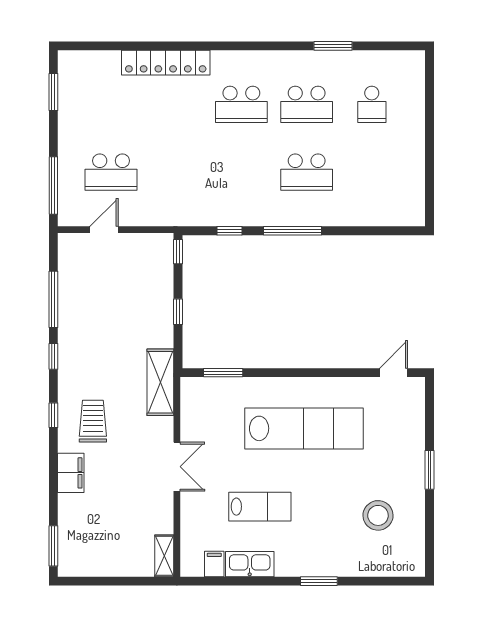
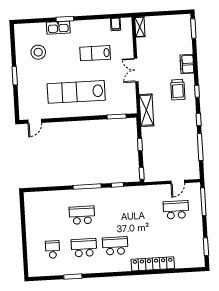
kitchen sink: (250, 564) -> (58, 28), moved

